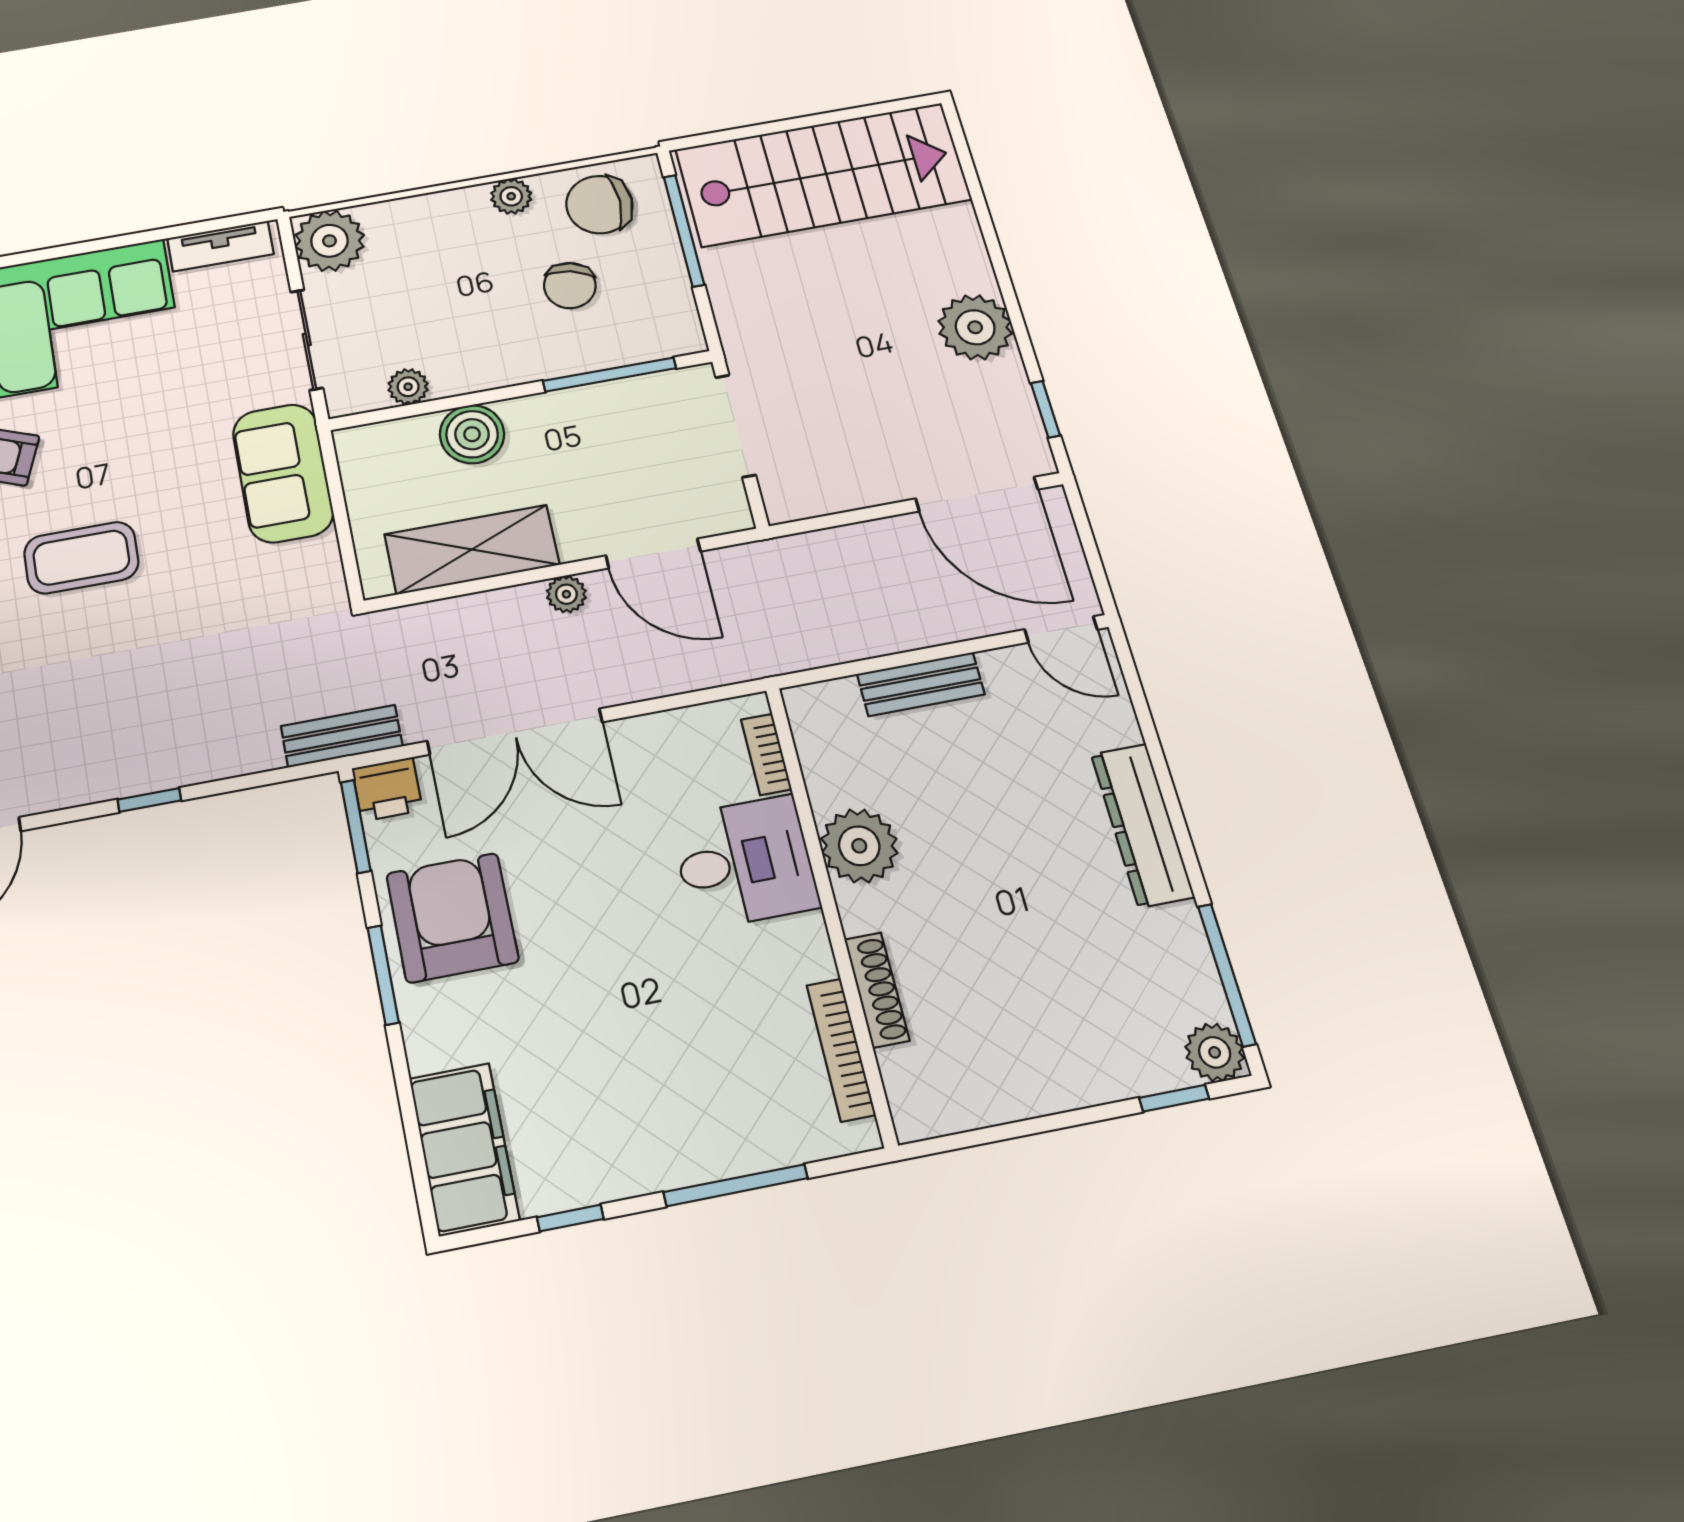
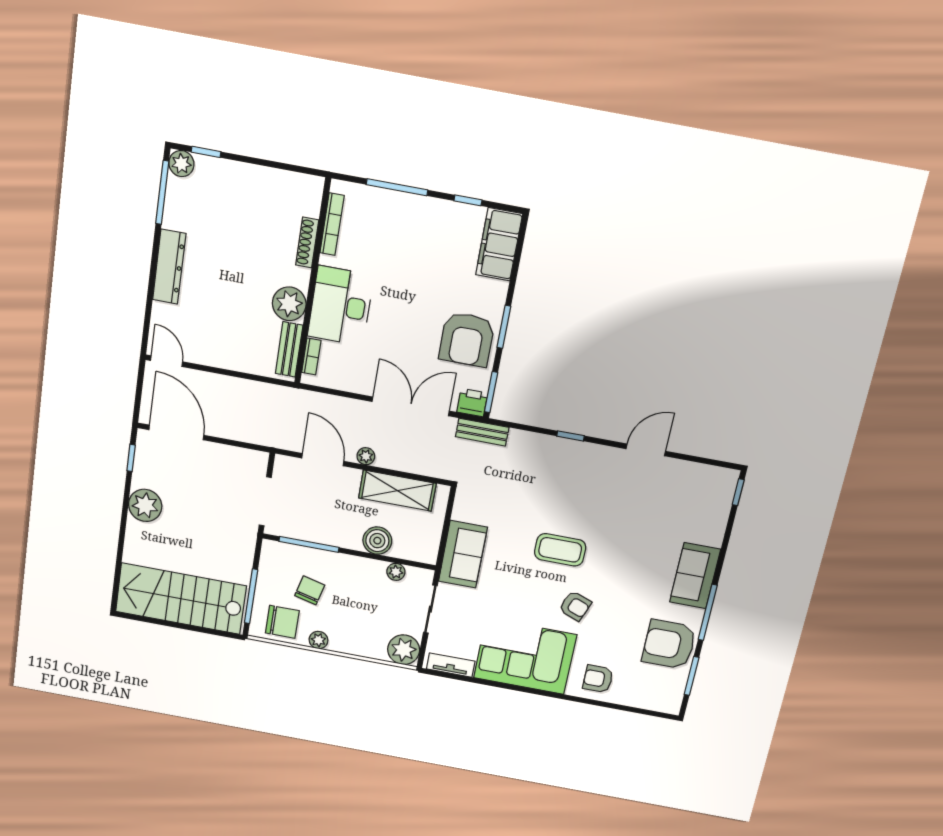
bench: (921, 684) -> (289, 349), moved, turned 90
desk: (744, 862) -> (341, 306), width x1.37

